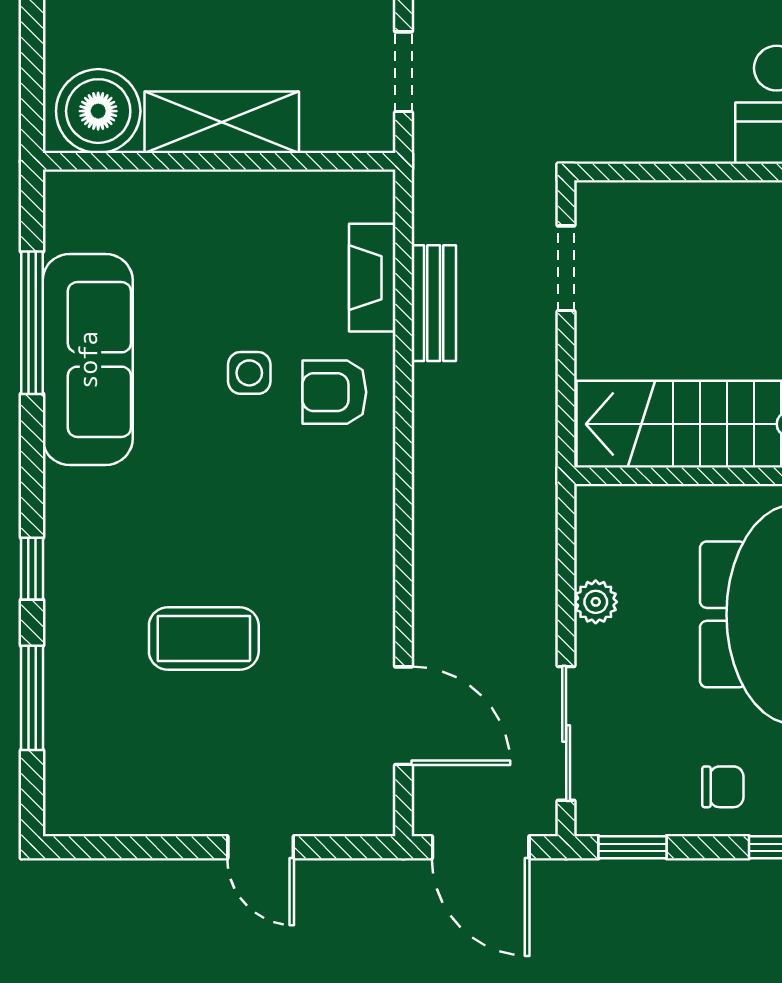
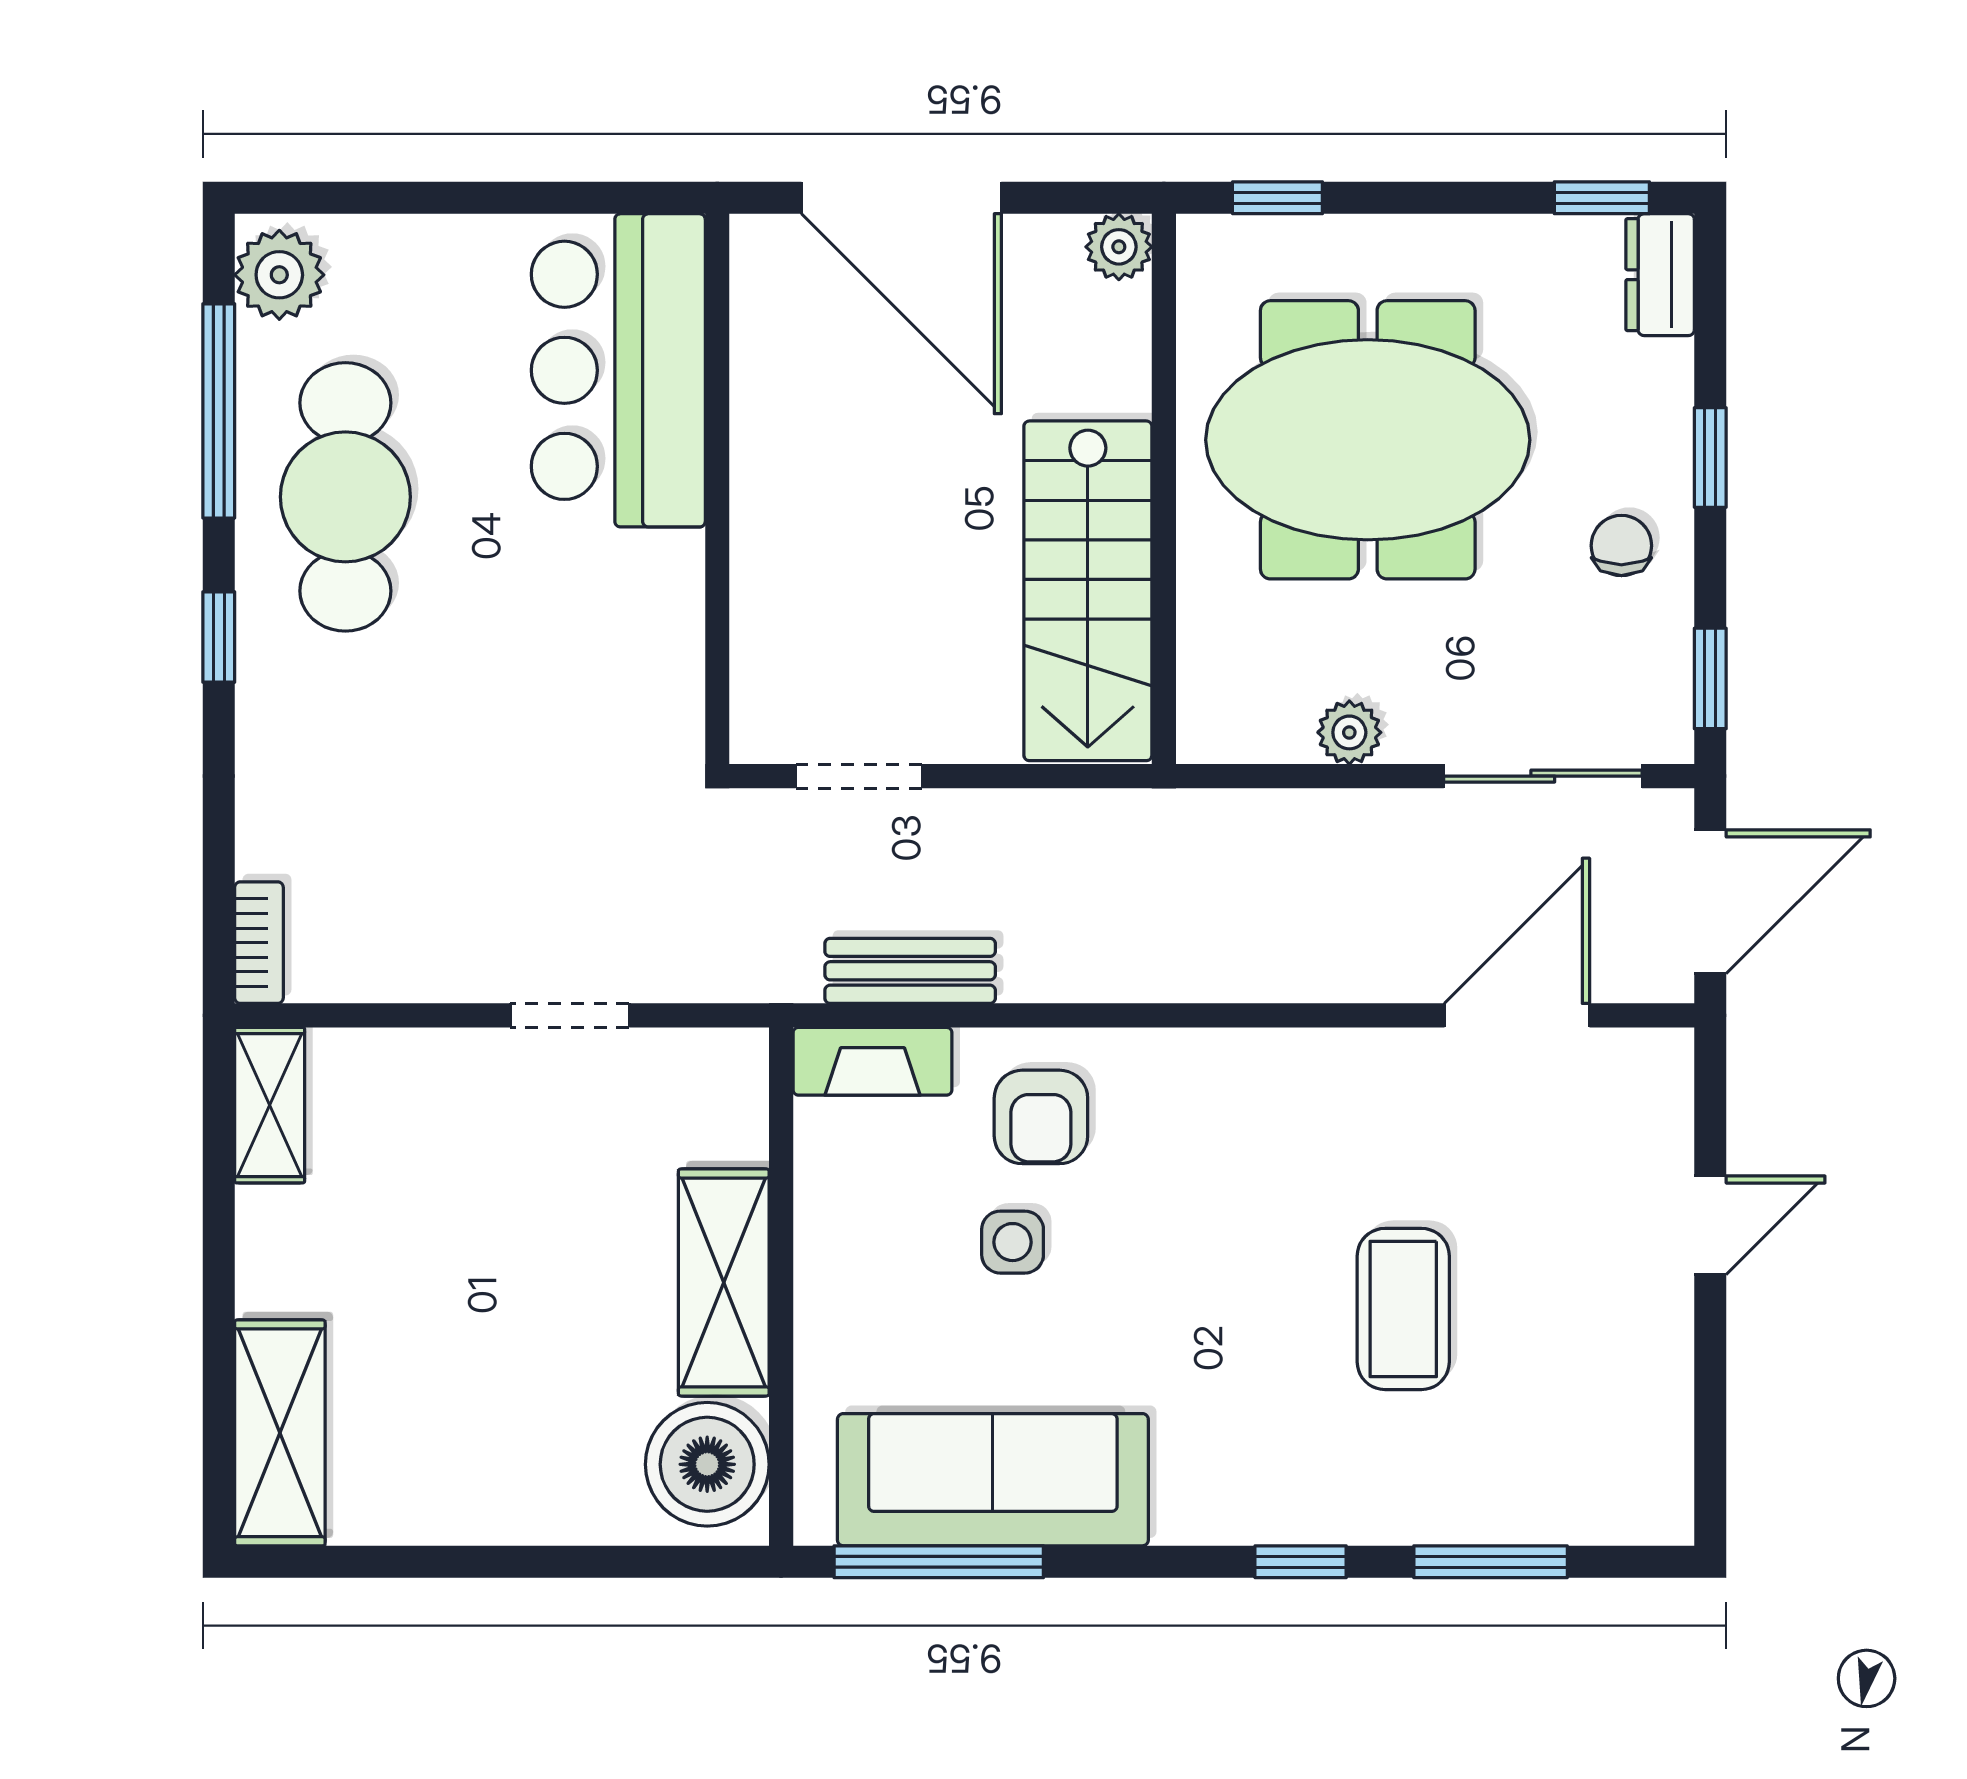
boiler: (98, 111) -> (707, 1464), moved
shelving: (222, 122) -> (724, 1282), moved
wall: (219, 161) -> (781, 1287), moved

